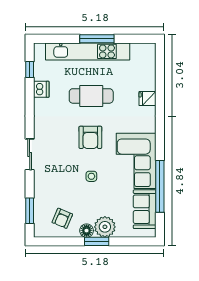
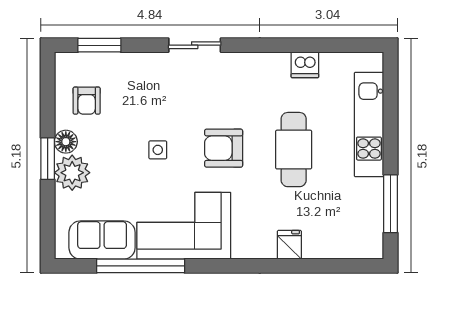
window: (97, 39) -> (390, 204), moved
kitchen unit: (88, 51) -> (369, 125), width x0.73
window: (30, 70) -> (338, 45), removed
armchair: (62, 218) -> (87, 101), turned -113

